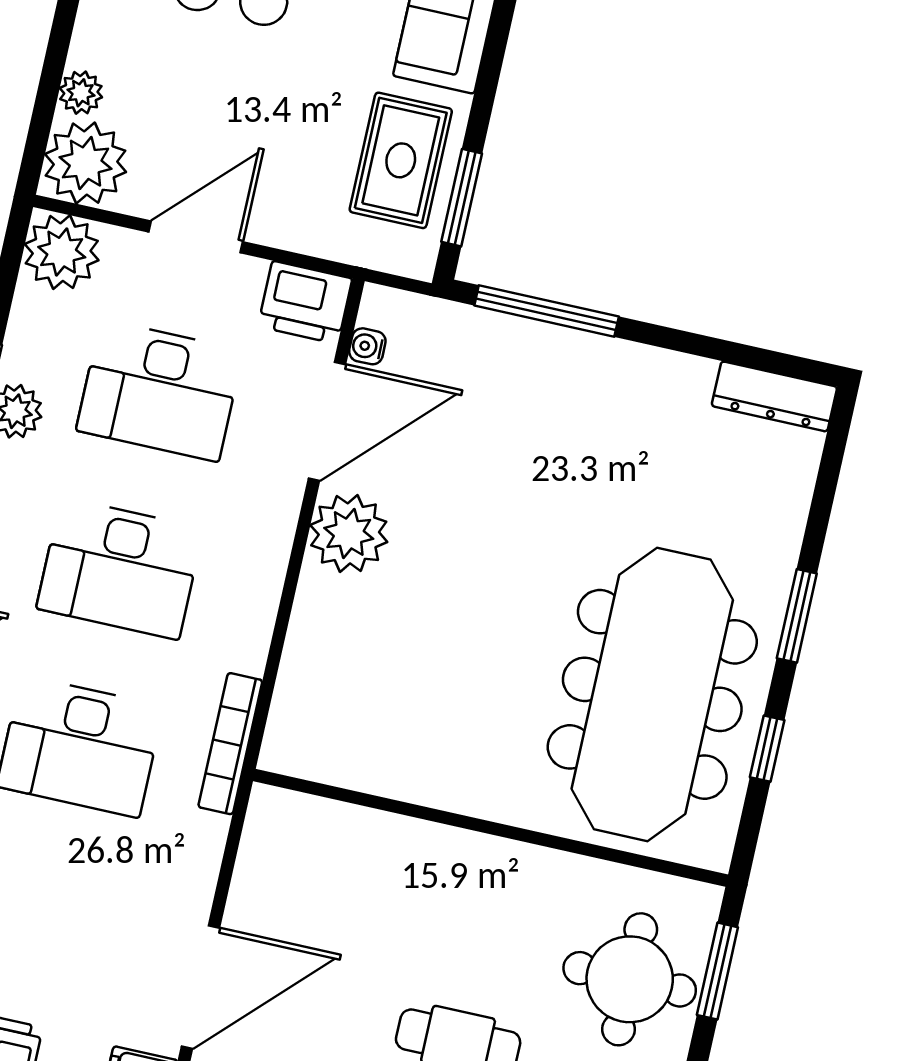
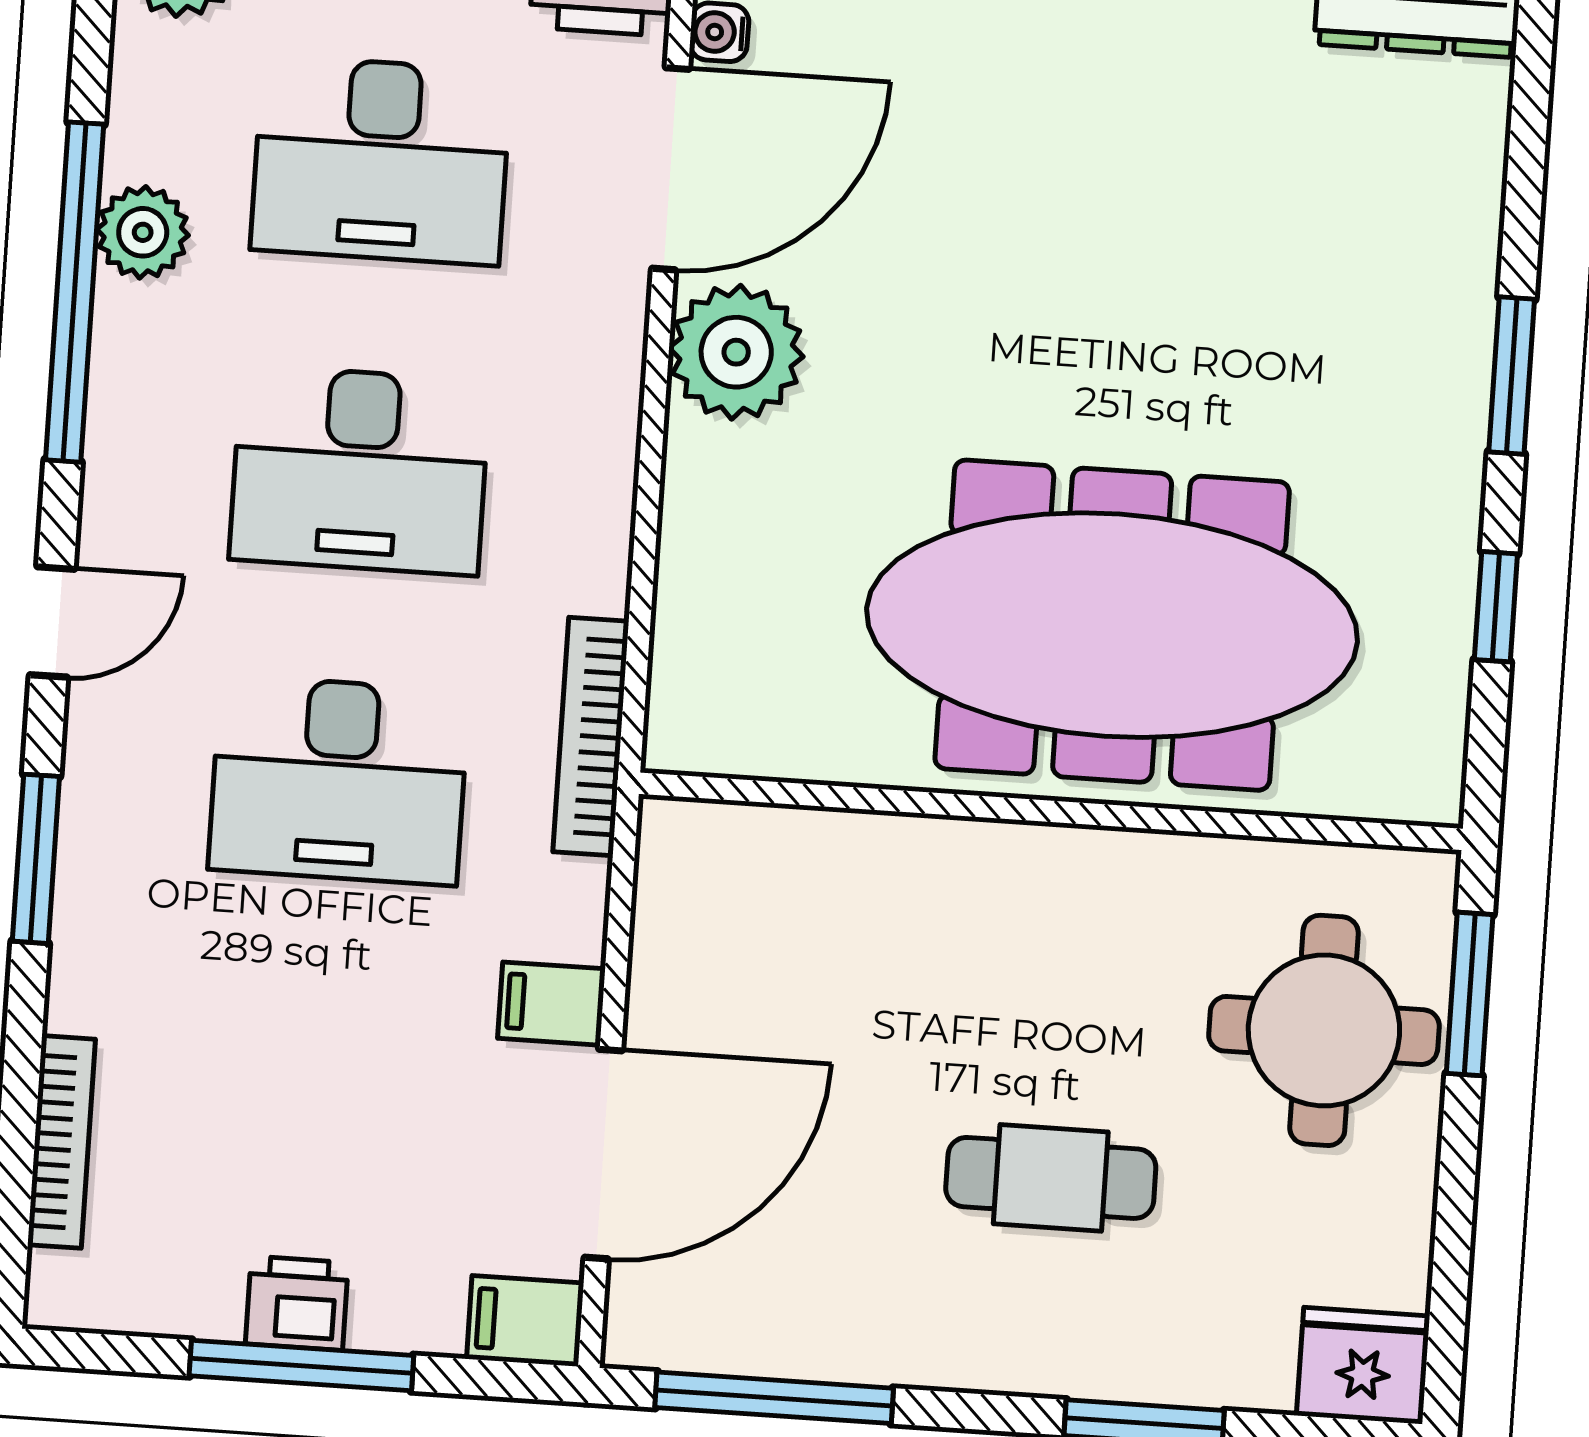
meeting table: (652, 694) -> (1112, 625), moved, turned 90
filing cabinet: (184, 895) -> (551, 1004), added

